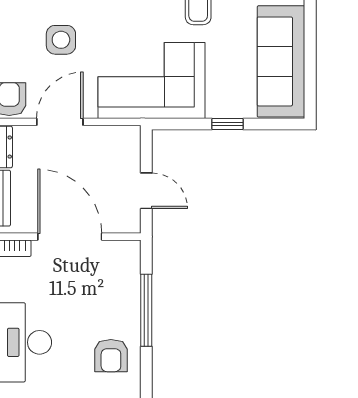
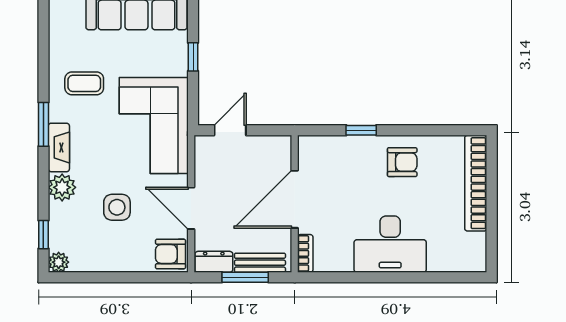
door: (146, 191) -> (230, 130), moved
window: (146, 310) -> (361, 130), width x0.46

